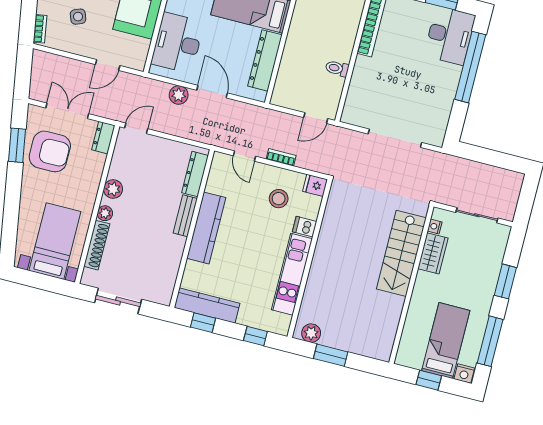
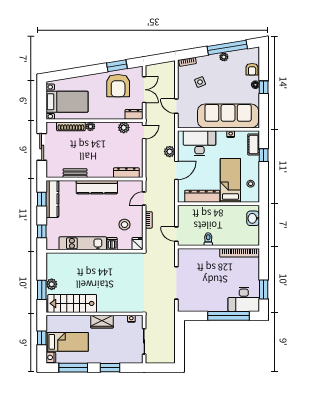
door: (136, 128) -> (144, 132), hinge flipped
plant: (113, 189) -> (124, 128), moved
bench: (185, 216) -> (75, 173), moved
stairs: (401, 253) -> (72, 303), moved
wardrobe: (433, 253) -> (102, 322), moved
plant: (311, 333) -> (52, 284), moved
window: (331, 355) -> (42, 290), moved

